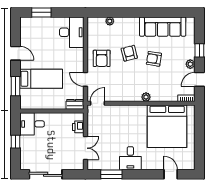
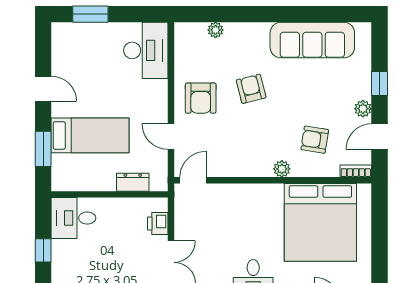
armchair: (154, 59) -> (315, 140), moved
dresser: (75, 104) -> (133, 182), moved

